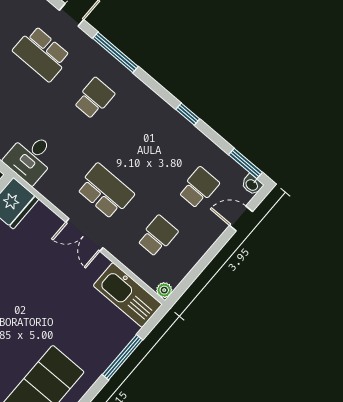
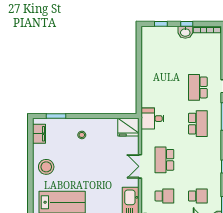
school desk: (94, 98) -> (198, 124), width x1.85
school desk: (105, 191) -> (164, 160), turned 180

